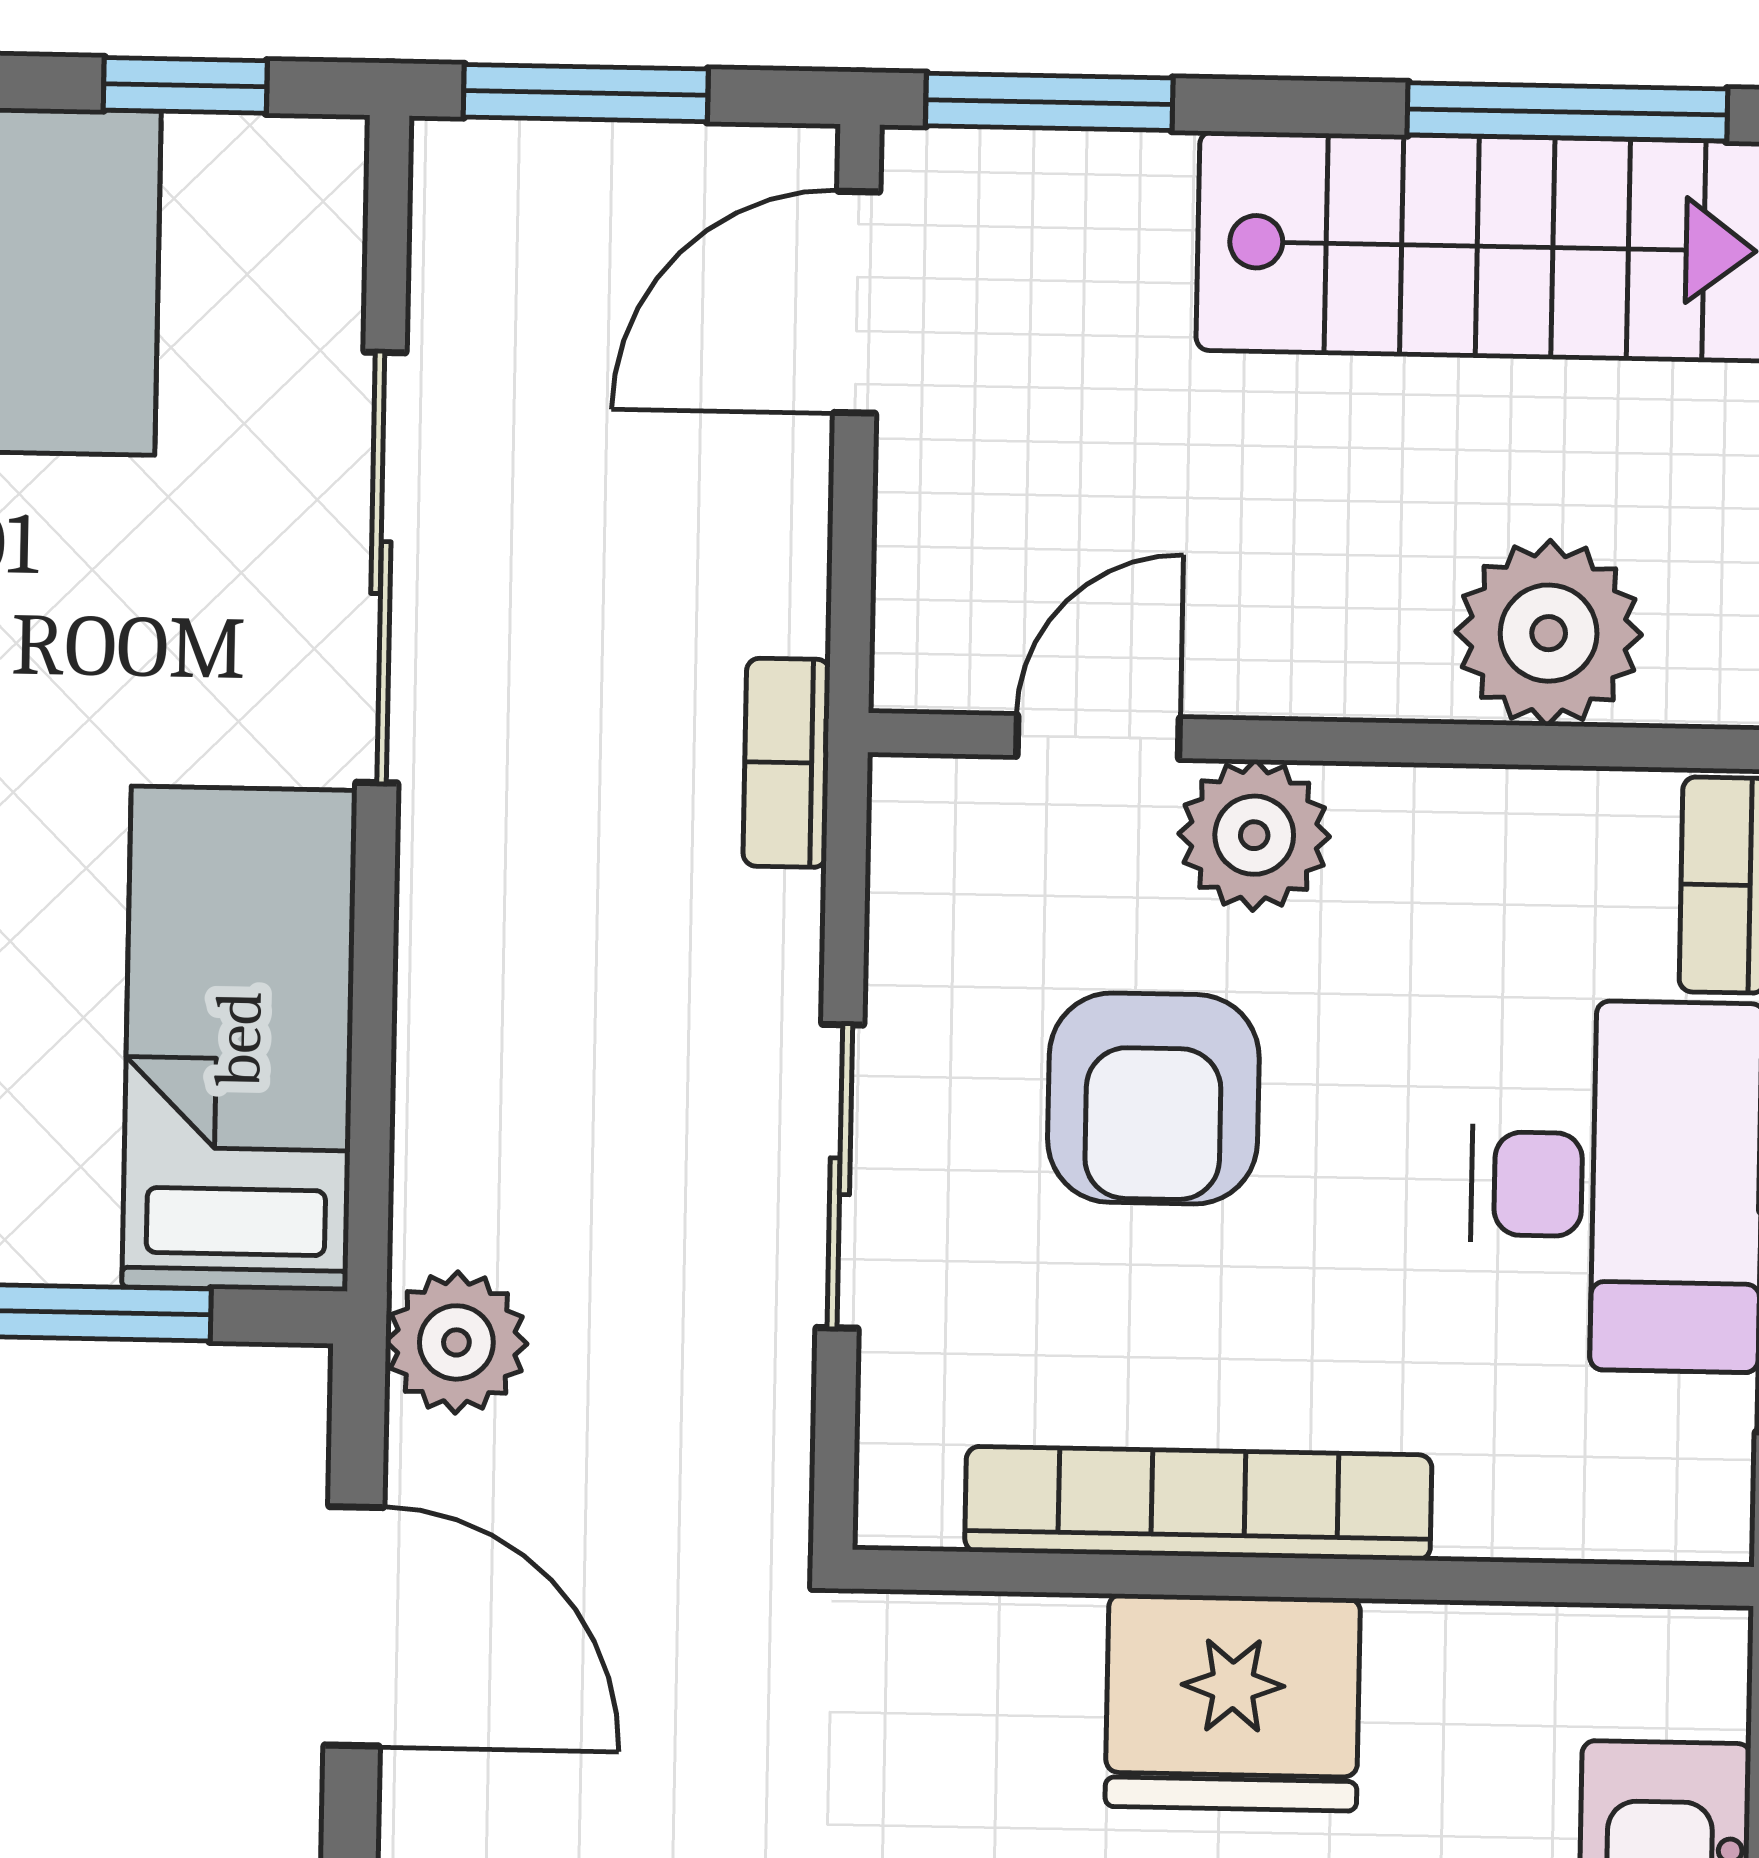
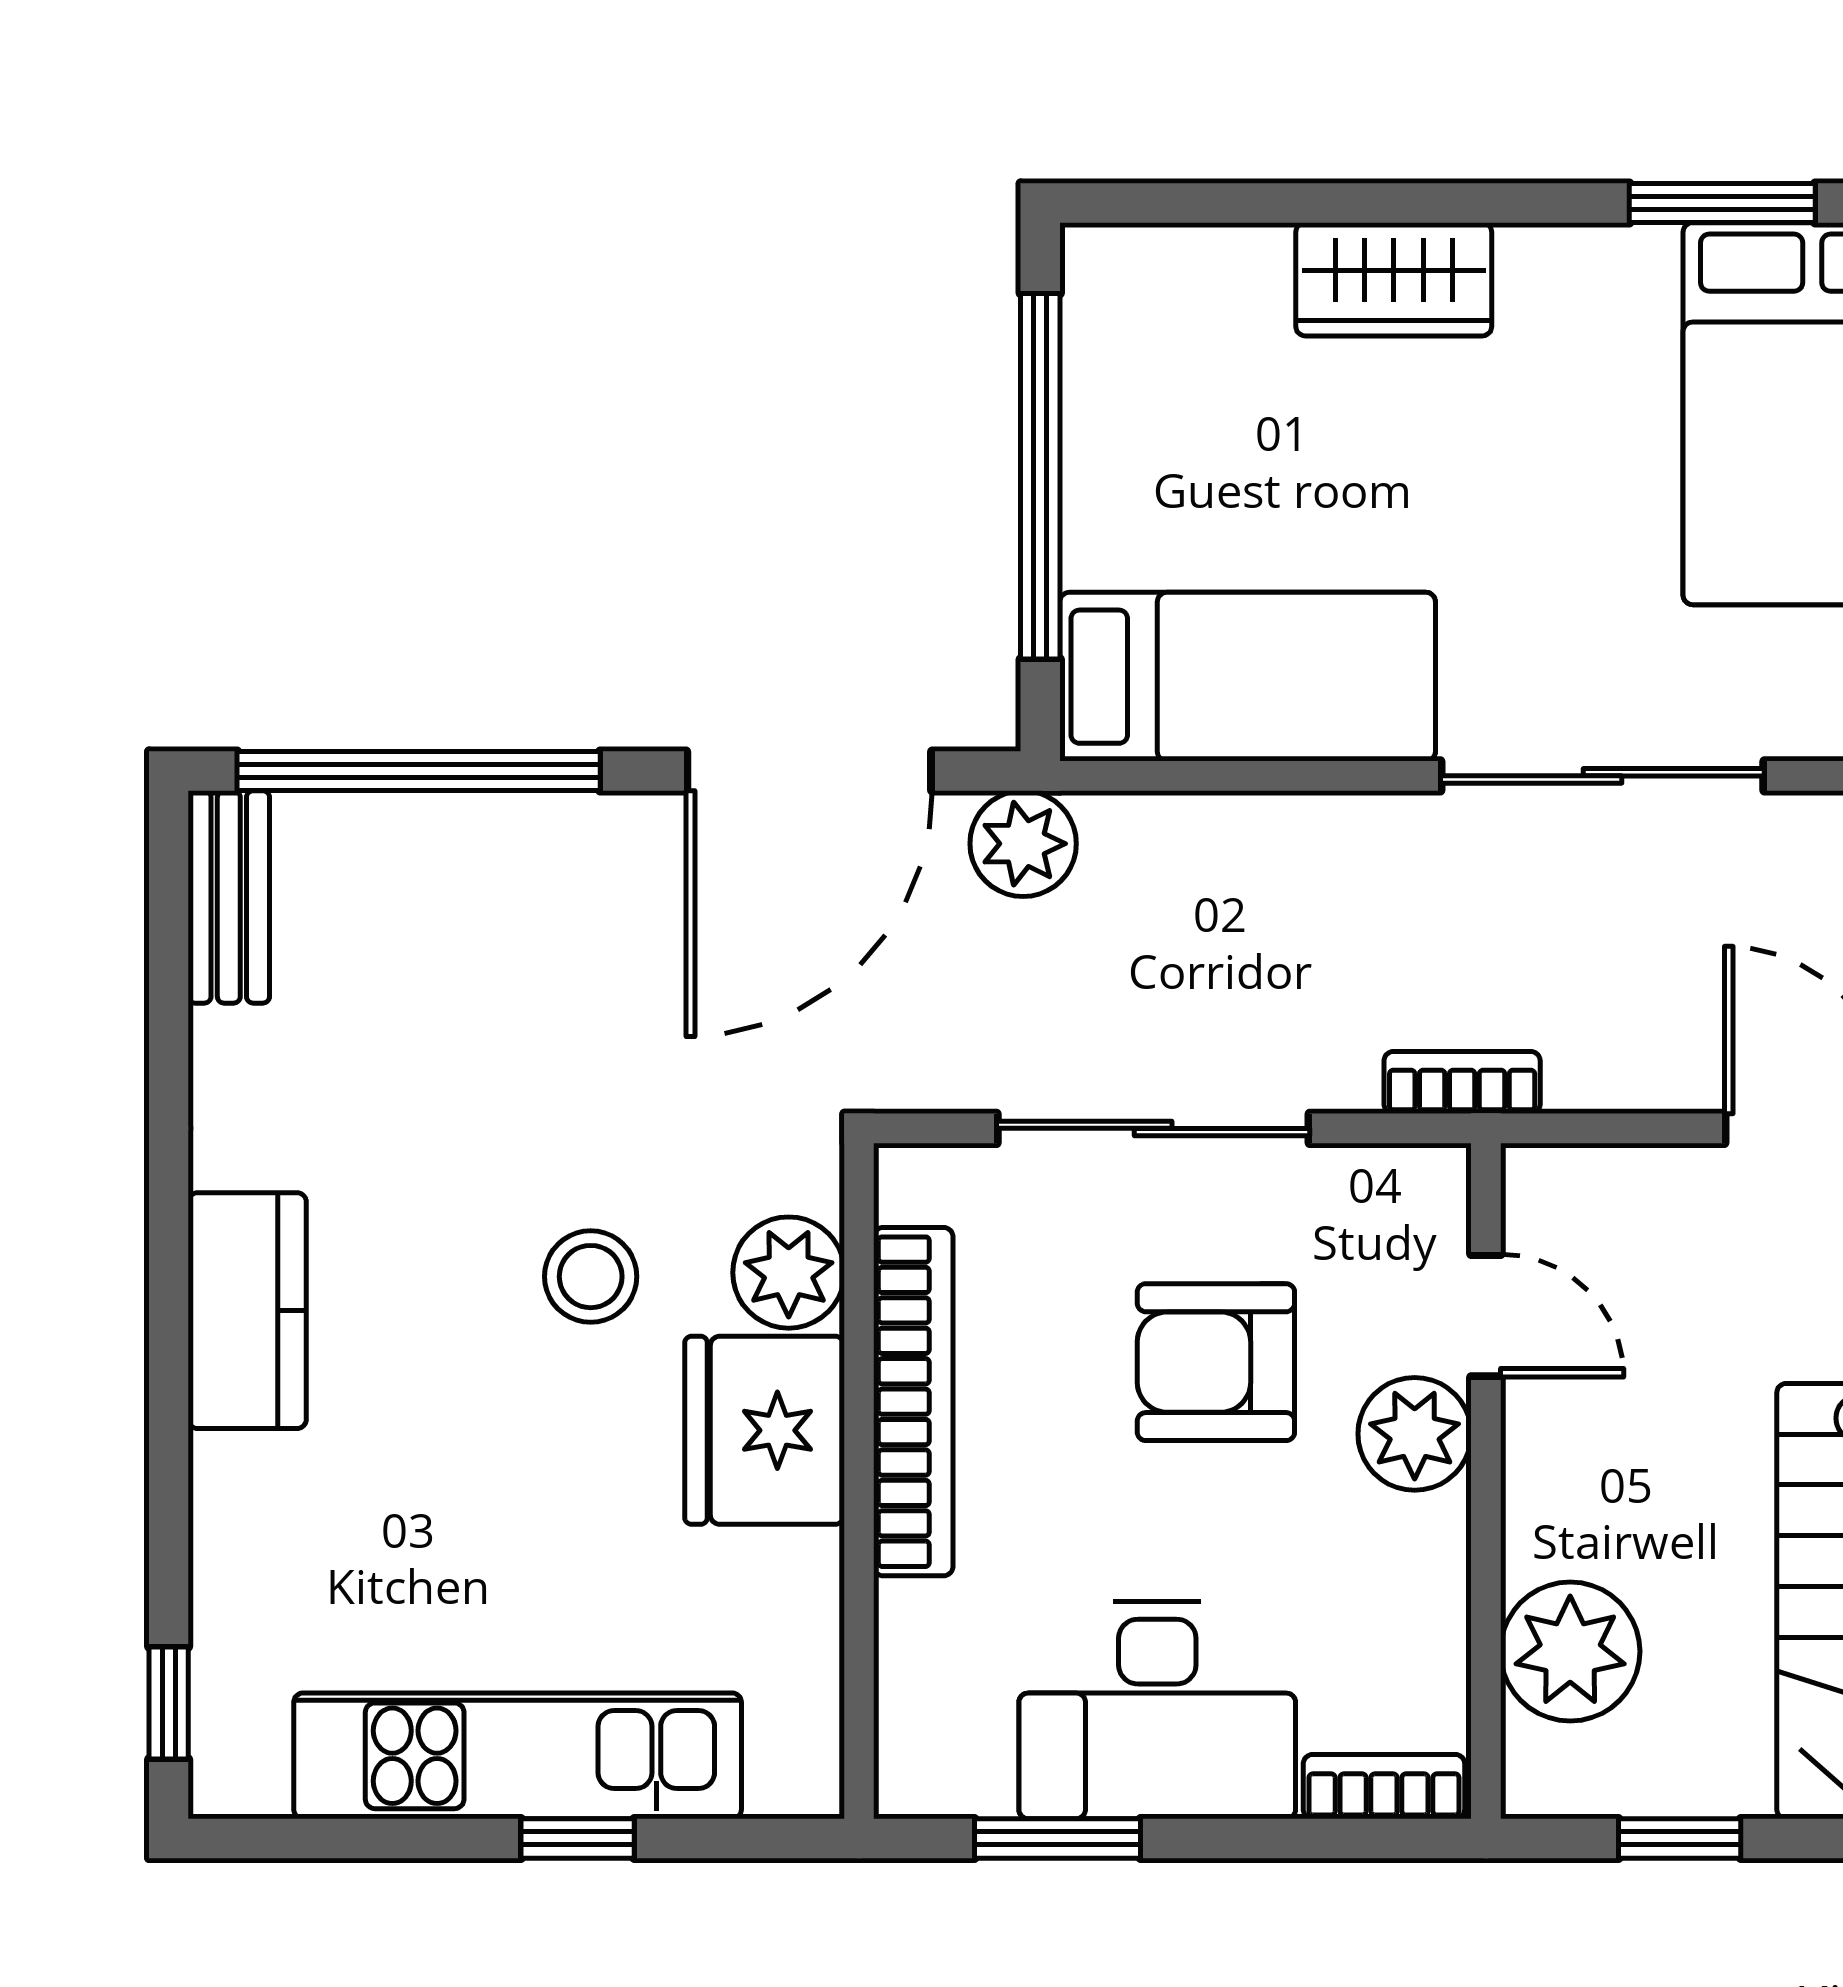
sliding door: (840, 1176) -> (1153, 1128), width x1.37
door: (354, 1626) -> (809, 771), width x1.36
plant: (1023, 1666) -> (789, 1273), added

